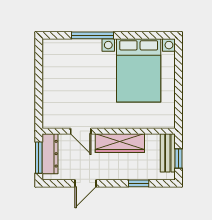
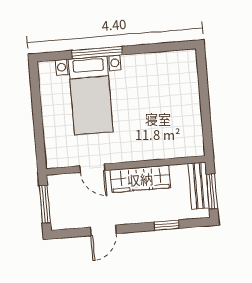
bed with nightstands: (139, 70) -> (91, 95), moved, width x0.73
dresser: (50, 154) -> (58, 198), removed
window: (178, 158) -> (212, 191), width x1.50

